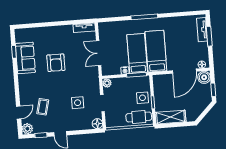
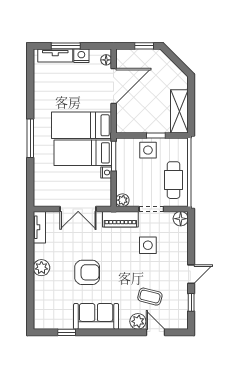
plant: (57, 31) -> (41, 268), added
nightstand: (203, 47) -> (81, 56), added
sofa: (25, 58) -> (96, 316), moved
door: (184, 71) -> (114, 86), hinge flipped
boiler: (204, 77) -> (125, 58), removed
piano: (94, 83) -> (120, 219), added
cafe table: (139, 117) -> (174, 180), moved
plant: (27, 129) -> (138, 321), moved

